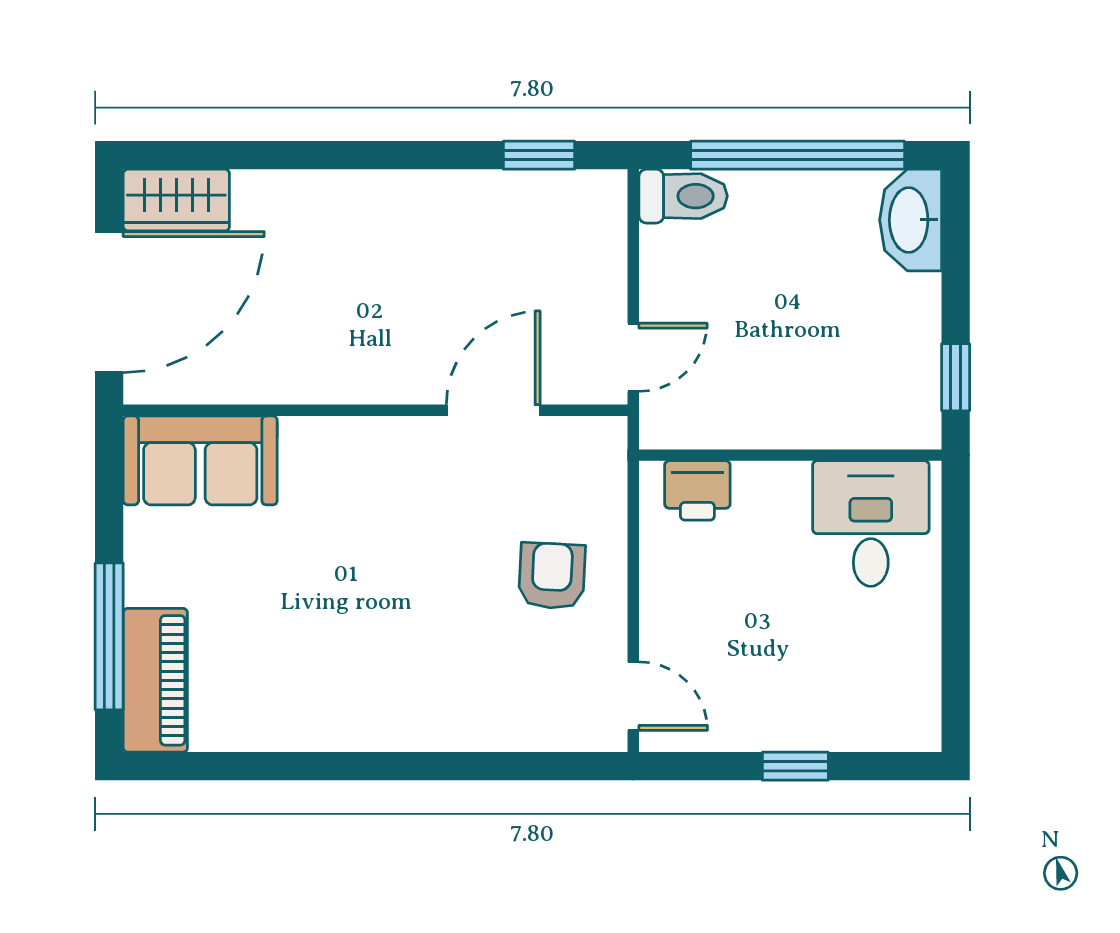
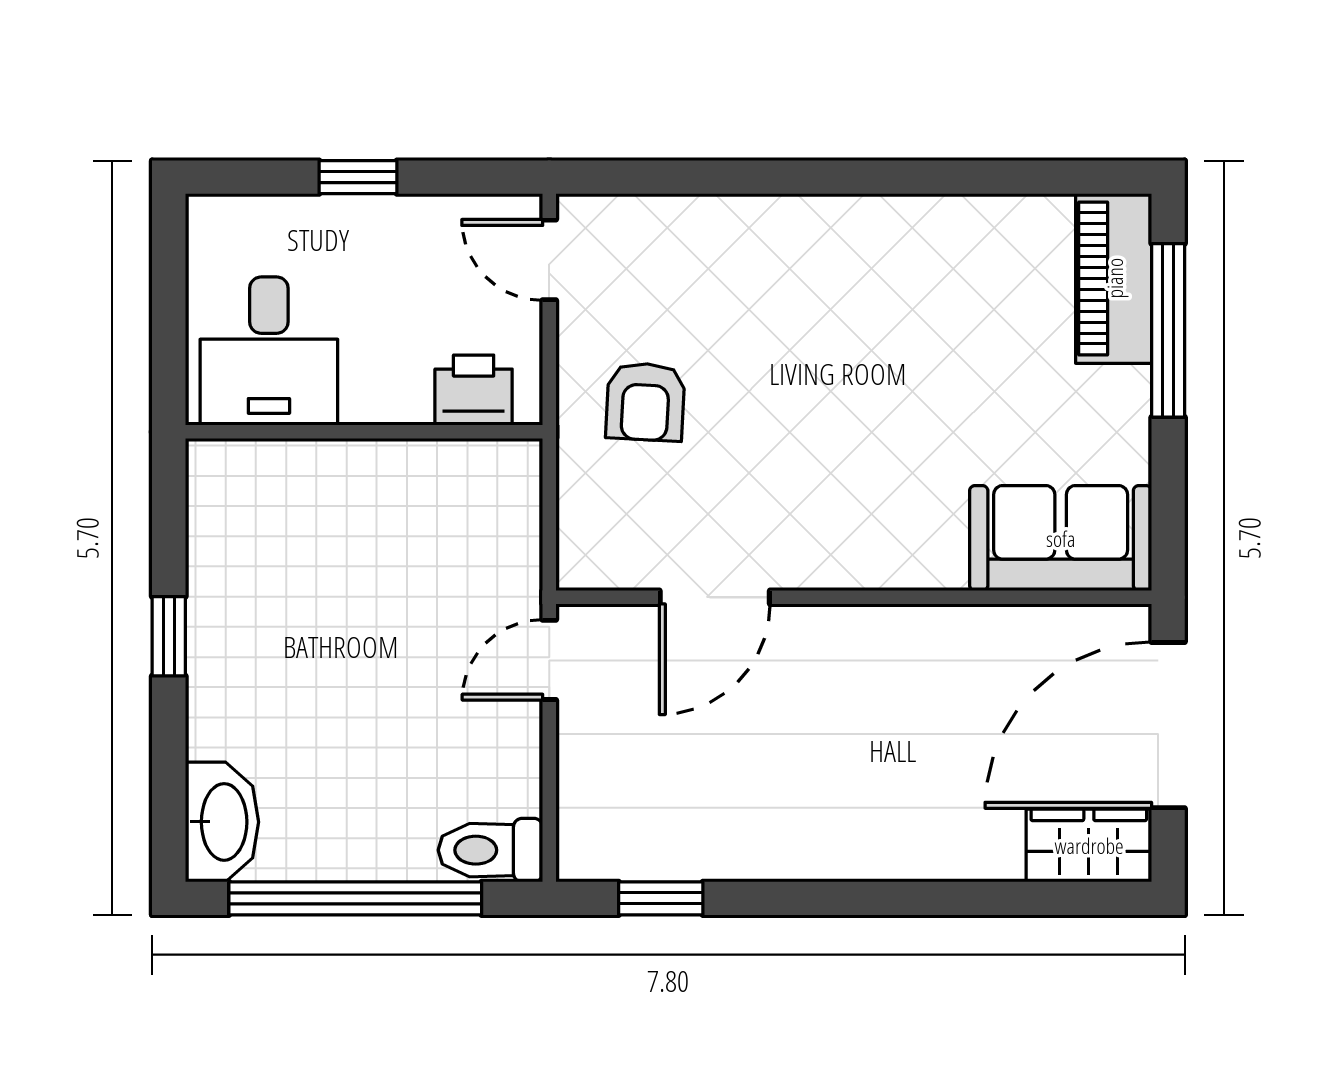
wall: (790, 455) -> (364, 432), moved
printer: (697, 490) -> (474, 390), moved
desk: (871, 524) -> (269, 351), moved

